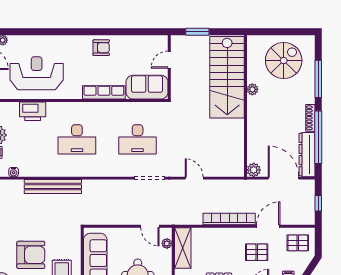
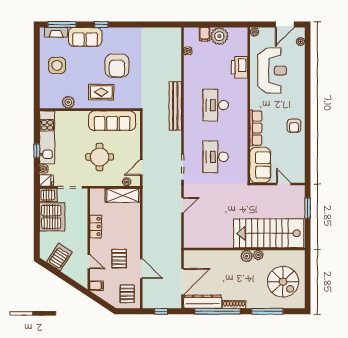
plant: (254, 170) -> (247, 256), moved
bench: (53, 187) -> (175, 106), moved
bookcase: (229, 219) -> (148, 235), removed

